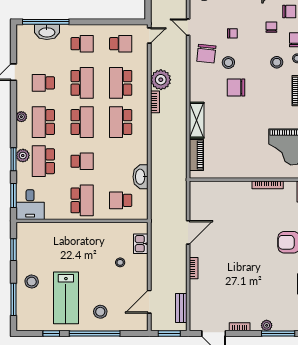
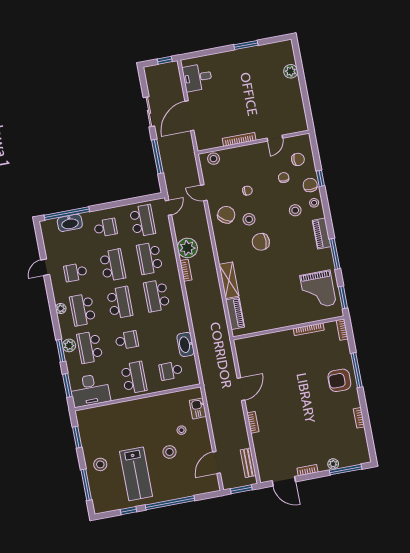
school desk: (121, 44) -> (143, 221), width x1.85
chair: (206, 54) -> (226, 215), turned -153
desk: (30, 205) -> (90, 390), width x1.37
stool: (100, 312) -> (170, 452), moved

